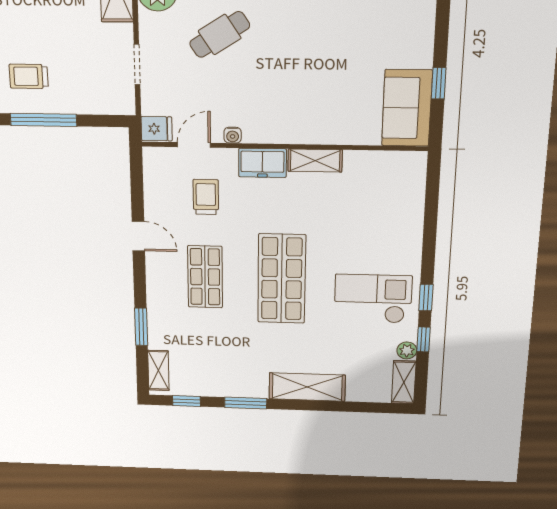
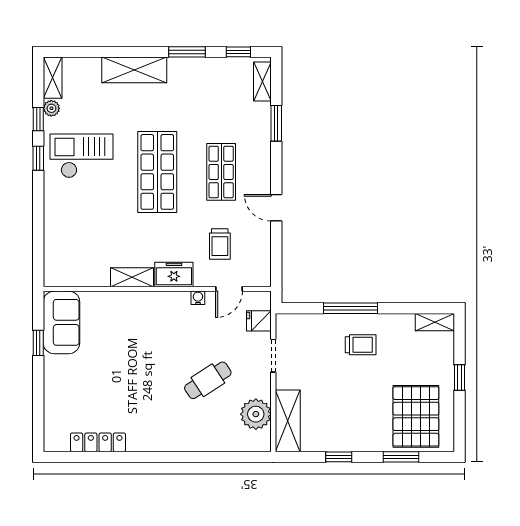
fridge: (157, 129) -> (259, 321), moved
checkout: (373, 299) -> (82, 156), turned 180

